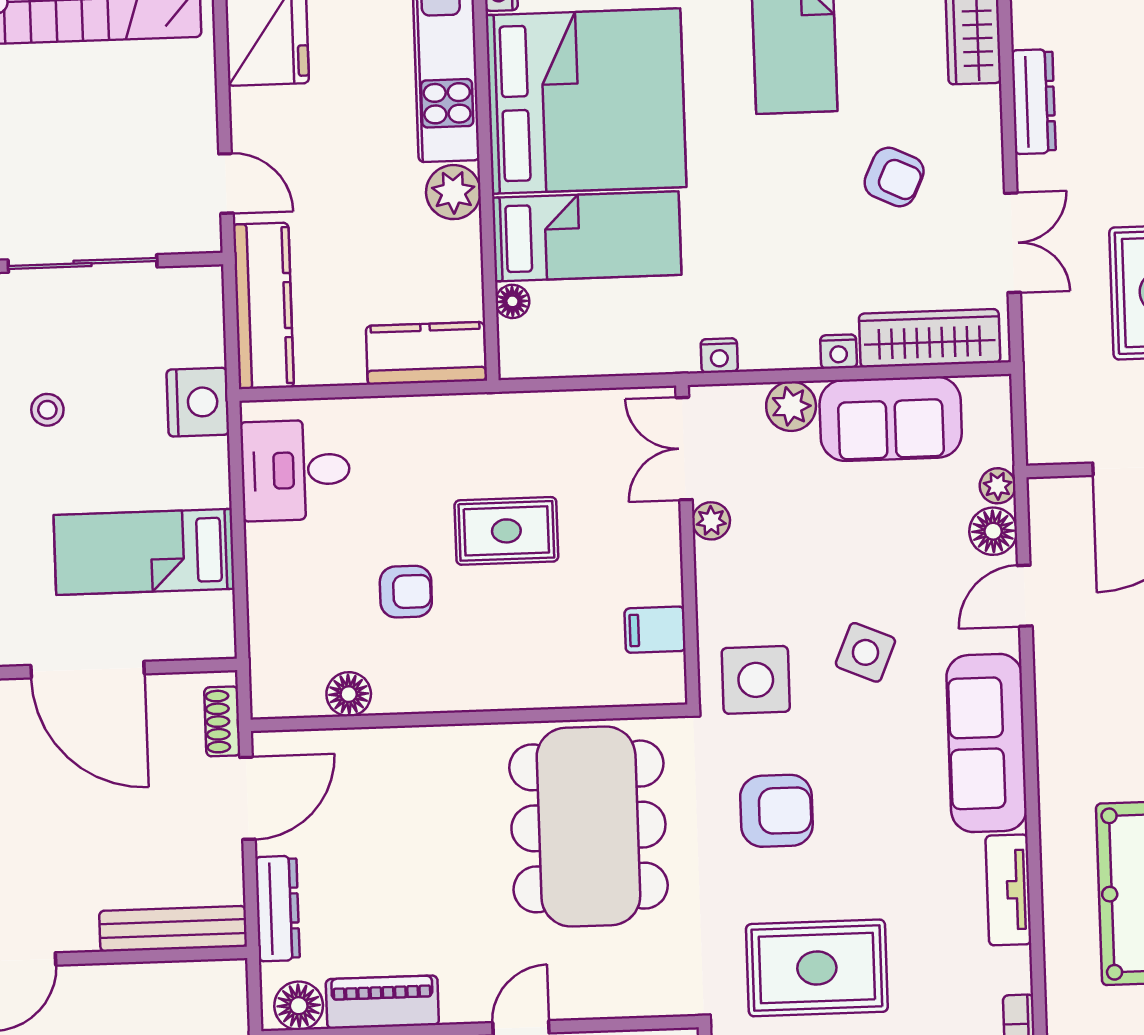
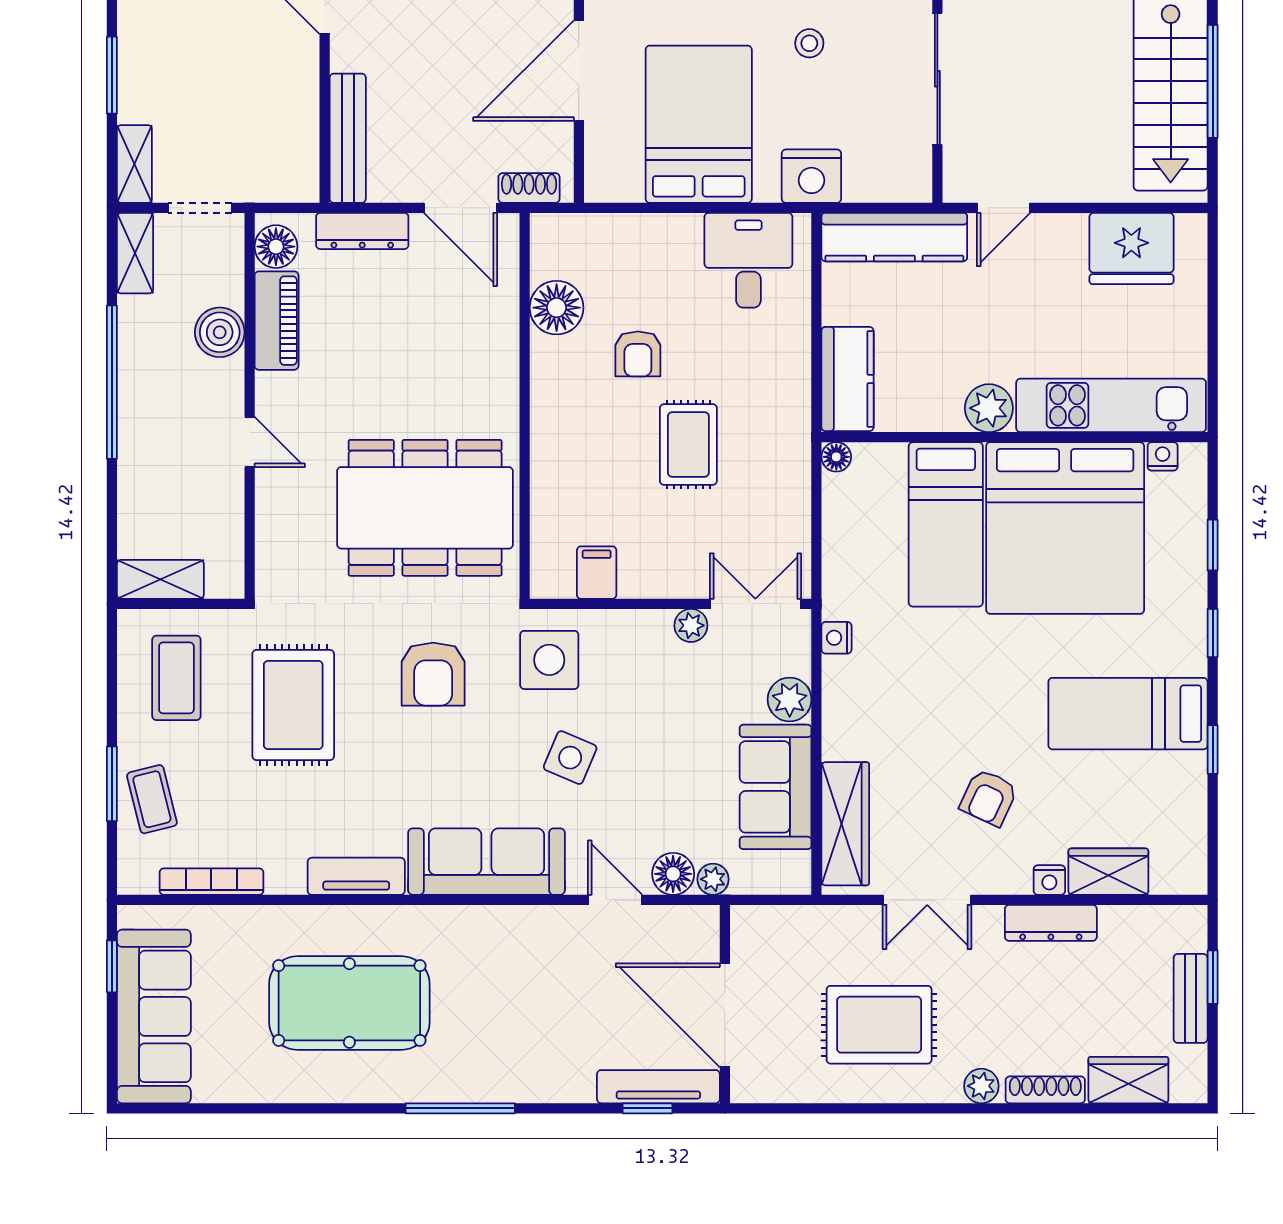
floor lamp: (512, 301) -> (836, 457), moved
nightstand: (839, 352) -> (1049, 880), moved, turned -90
bed: (144, 552) -> (699, 124), width x1.50
floor lamp: (349, 694) -> (557, 308), width x1.38, depth x1.38

